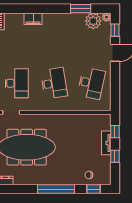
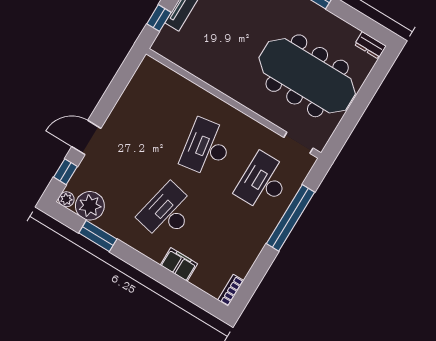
desk: (91, 83) -> (167, 212), moved

